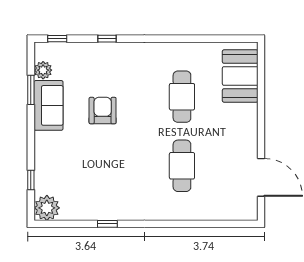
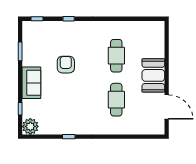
plant: (43, 70) -> (28, 39), removed
booth: (240, 76) -> (153, 75), moved
sofa: (48, 105) -> (31, 83), moved

